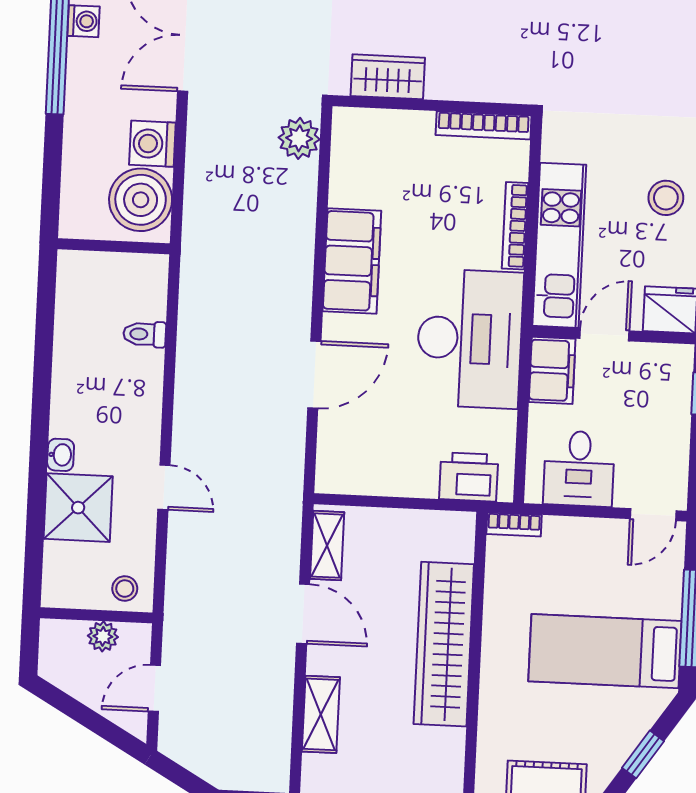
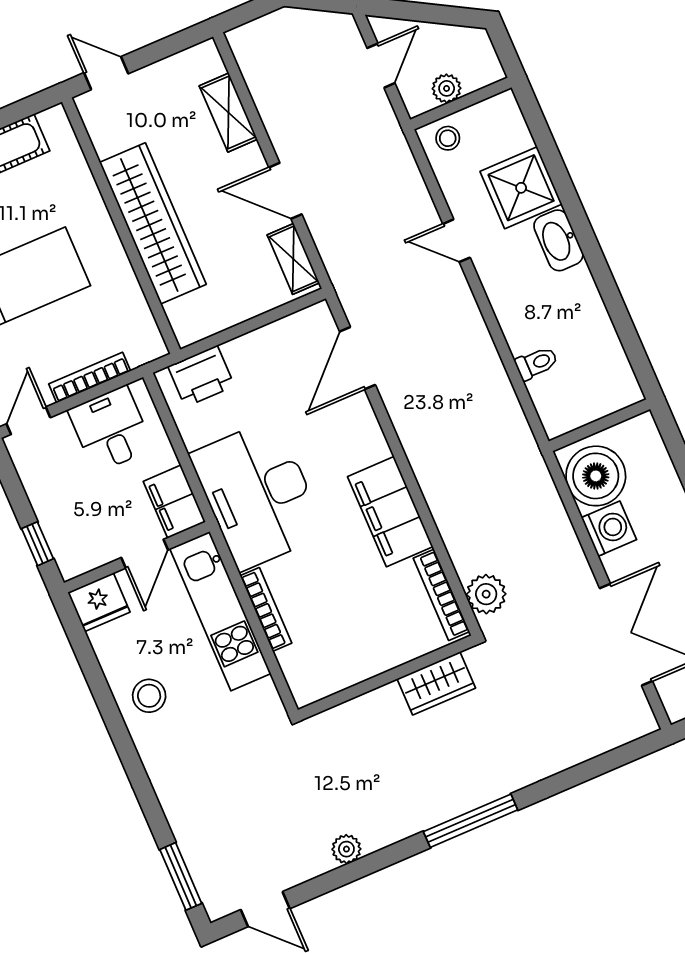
bookcase: (484, 125) -> (441, 595), moved, turned -90
door: (314, 375) -> (357, 358), moved
washbasin: (61, 455) -> (558, 240), width x1.91, depth x1.45
bookcase: (514, 524) -> (90, 377), moved, width x1.56

